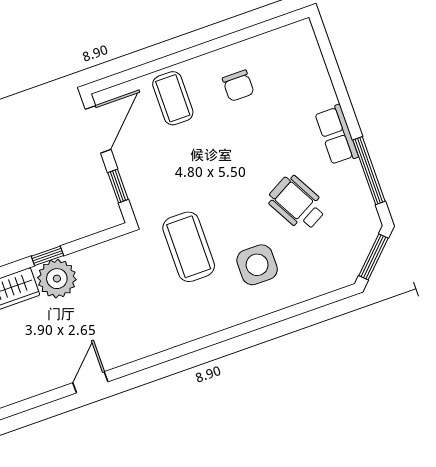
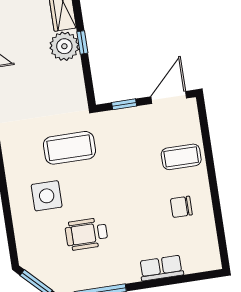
door: (98, 129) -> (169, 97), swing flipped
row of seats: (337, 135) -> (161, 268), moved
wheelchair: (297, 203) -> (86, 234), turned -151

